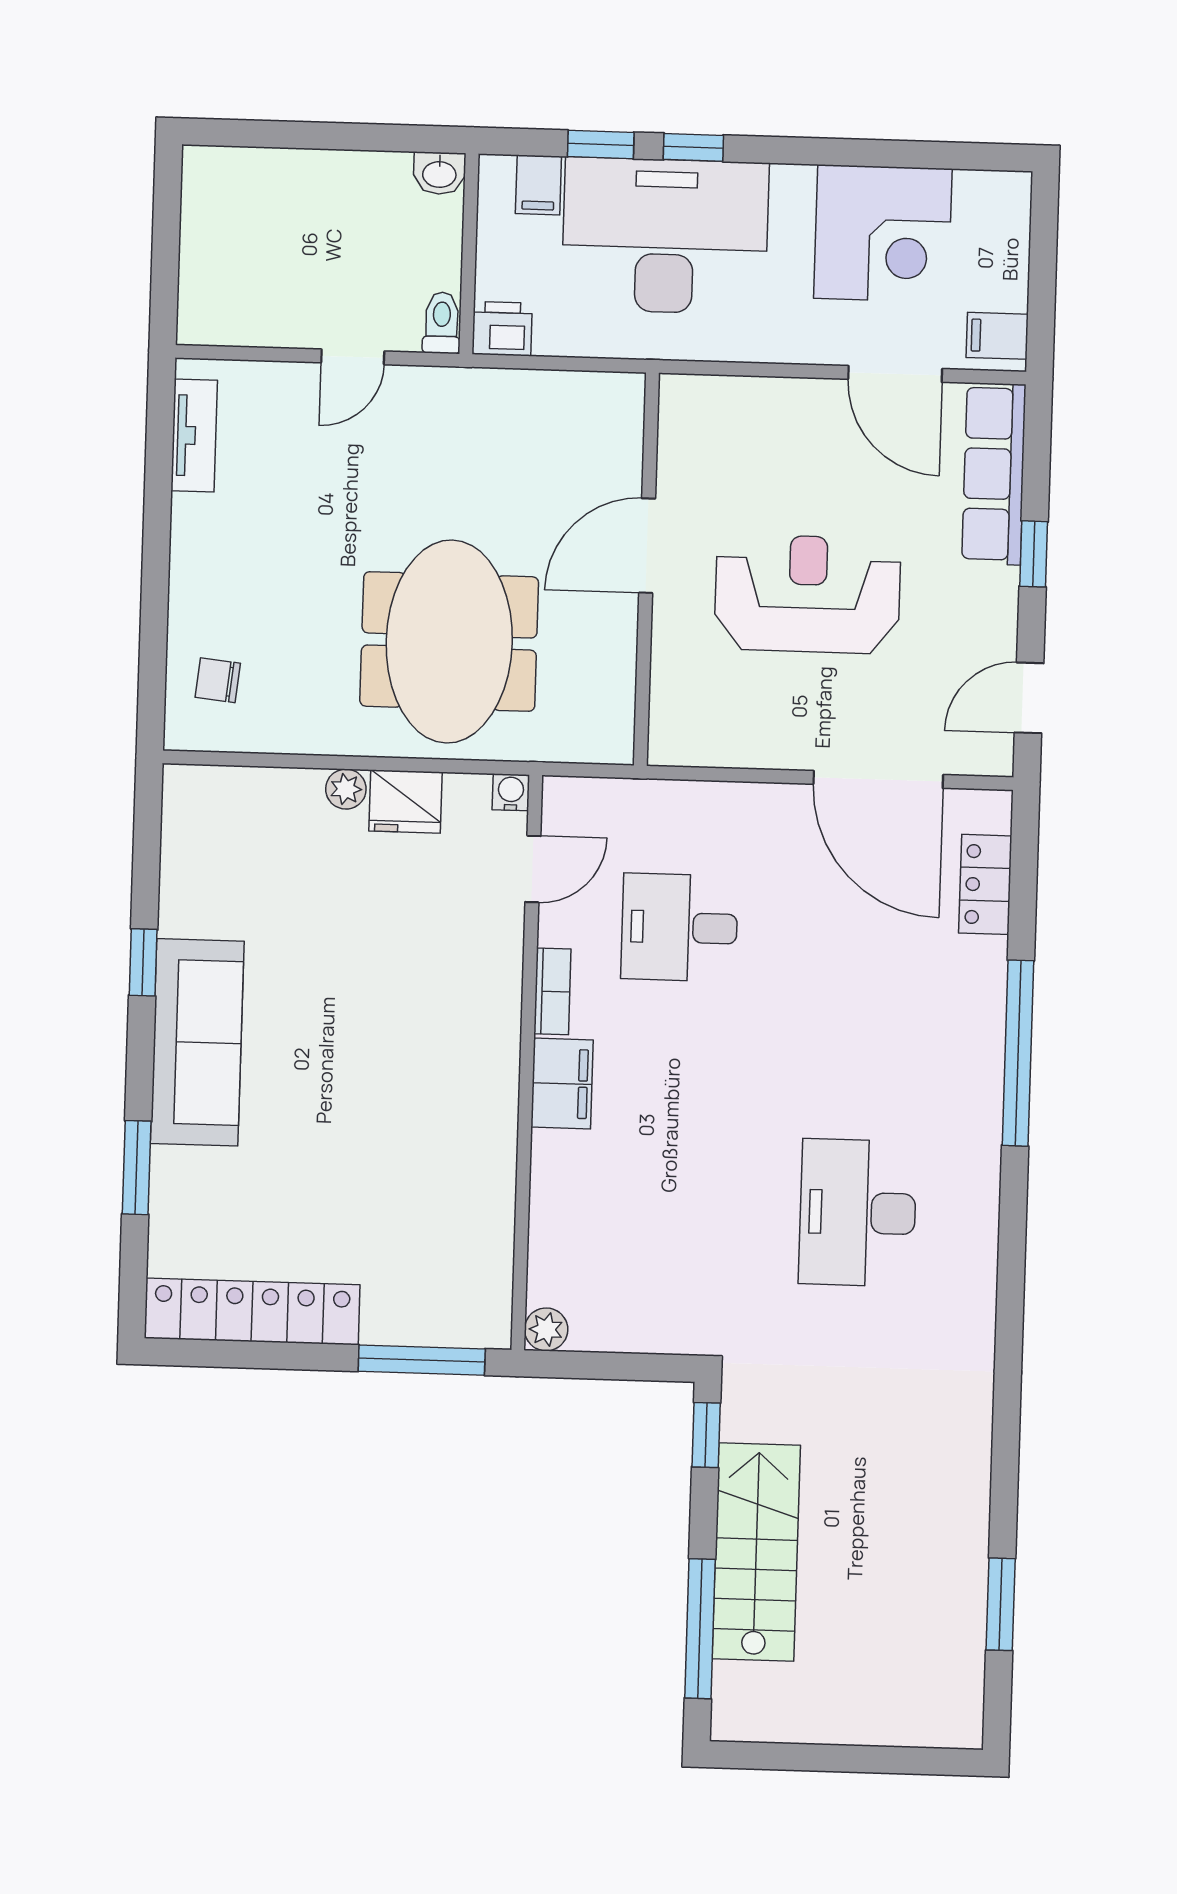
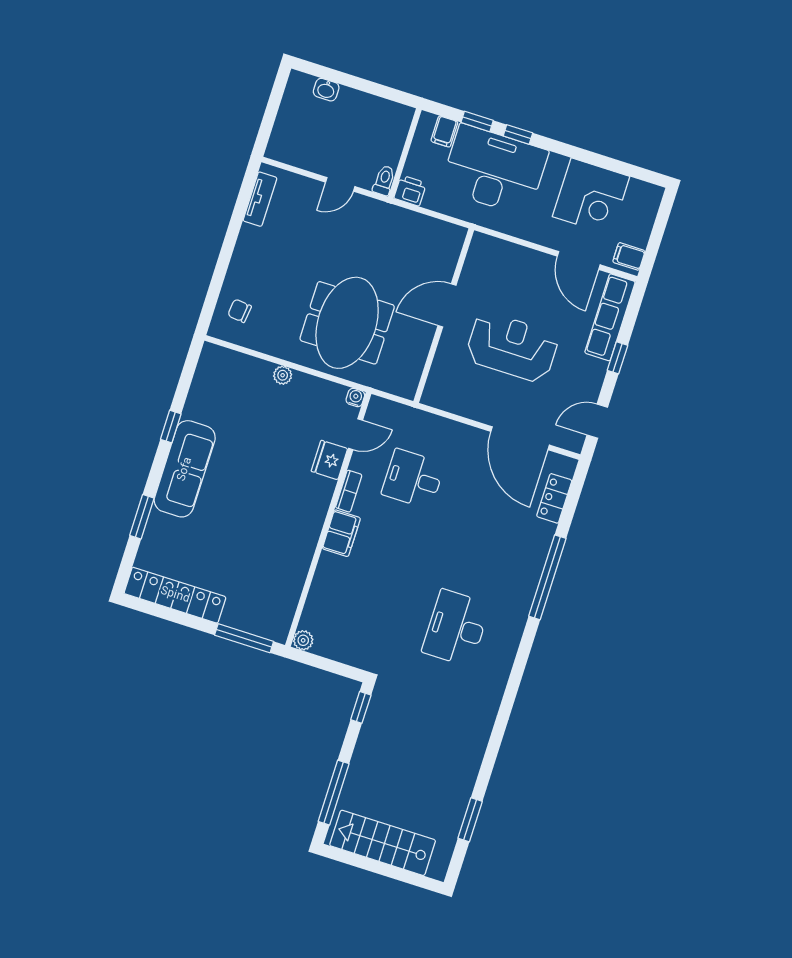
washbasin: (439, 173) -> (326, 90), moved
fridge: (405, 802) -> (329, 460), moved, turned 90
stairs: (756, 1552) -> (383, 843), moved, turned -90

